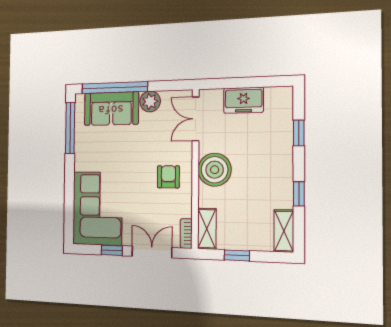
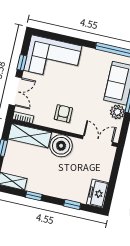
freezer: (243, 100) -> (98, 194), moved
armchair: (168, 177) -> (63, 114), turned -90
shelving: (207, 229) -> (30, 136), width x1.50, depth x1.33

